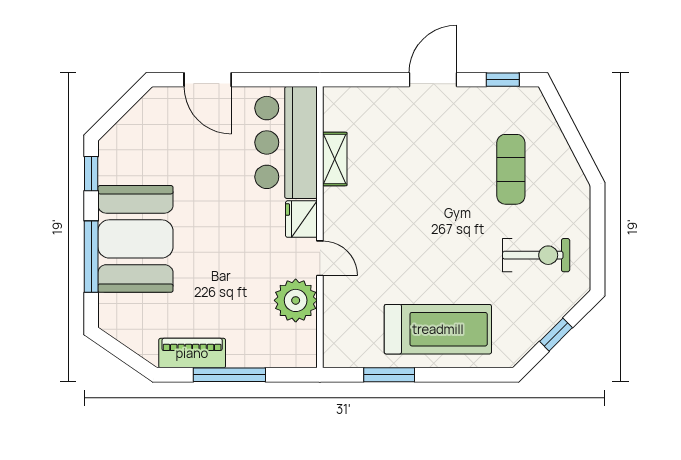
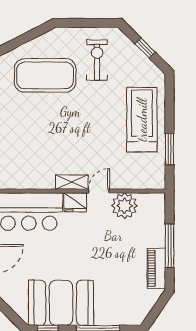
shelving: (335, 159) -> (72, 182), moved
exercise mat: (511, 169) -> (45, 75), width x2.00, depth x1.45
booth: (135, 239) -> (61, 303), moved

